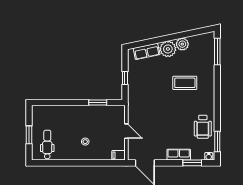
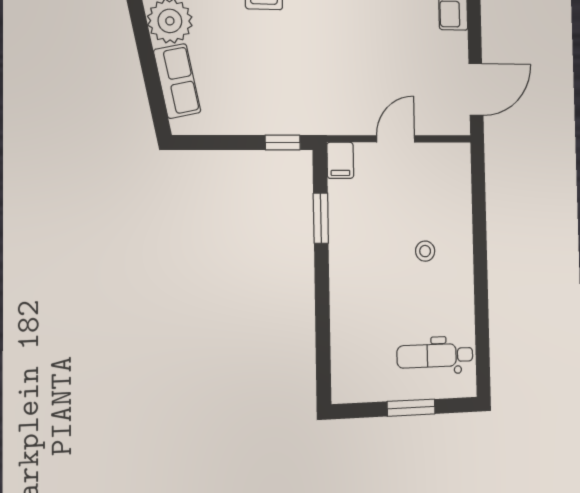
window: (125, 78) -> (283, 142), moved
filing cabinet: (119, 155) -> (340, 160), moved

